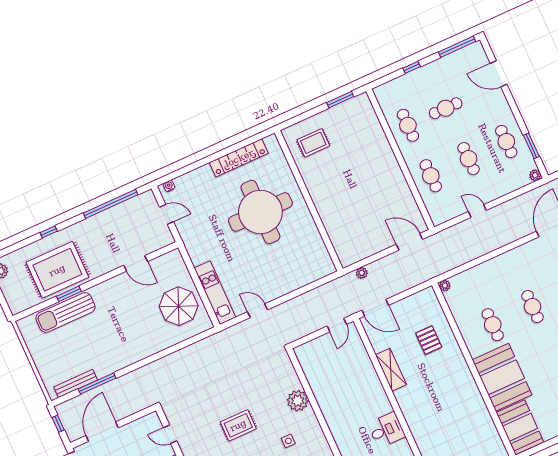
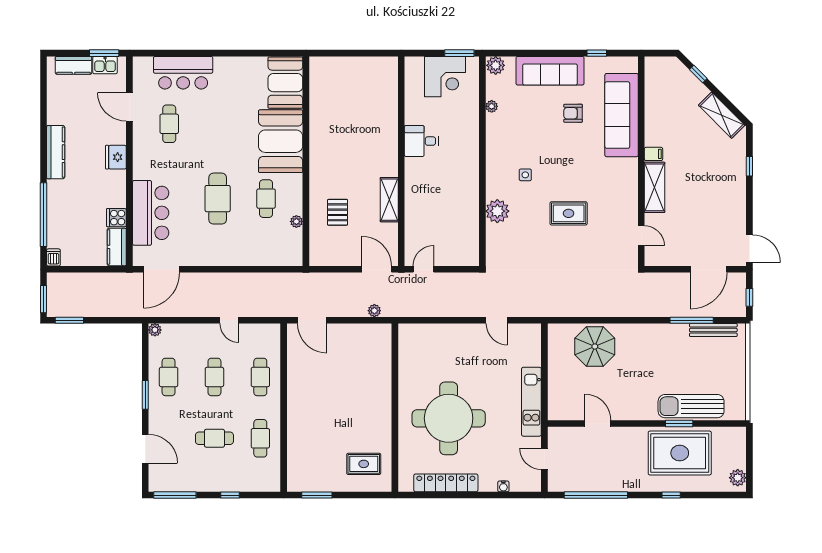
window: (531, 146) -> (145, 395), moved
water cooler: (169, 186) -> (503, 486), moved
plant: (445, 286) -> (296, 221), moved
kitchen unit: (215, 293) -> (531, 402), moved
parasol: (179, 306) -> (595, 346), moved
cafe table: (533, 307) -> (218, 199), width x1.37, depth x1.35
sun lounger: (65, 312) -> (691, 406), turned 180

